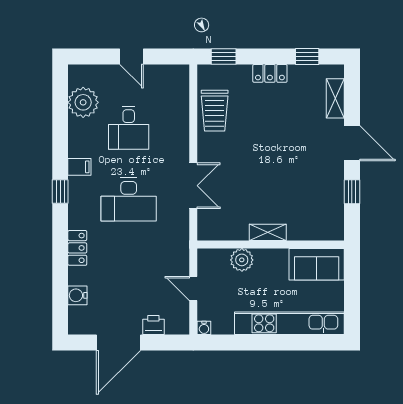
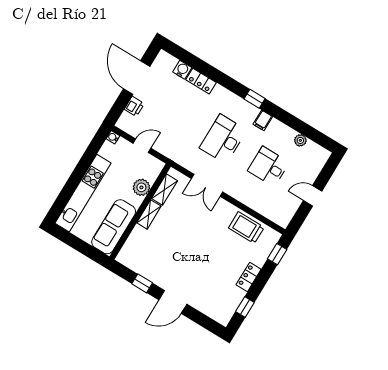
shelving: (335, 98) -> (164, 190), moved, turned 90
plant: (83, 102) -> (300, 140), width x0.53, depth x0.53
locker: (77, 248) -> (201, 81), moved
sofa: (317, 264) -> (114, 227), width x1.36

